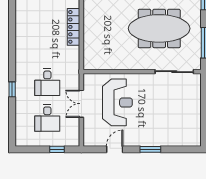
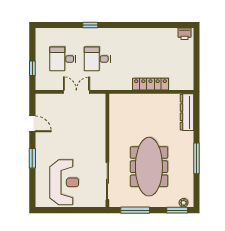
reception desk: (117, 102) -> (64, 182), moved, turned -90

